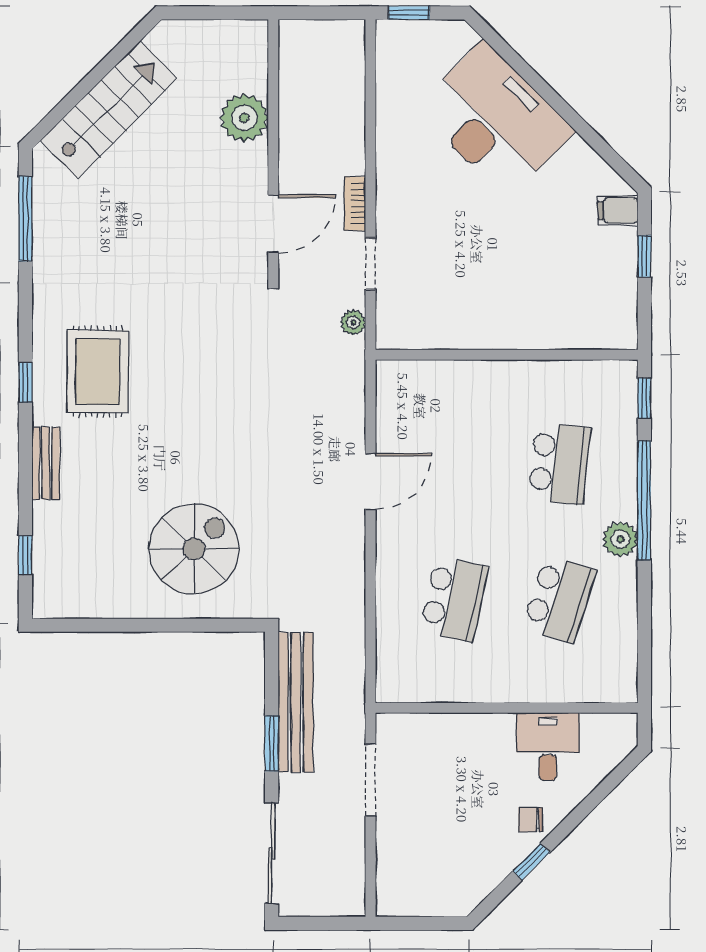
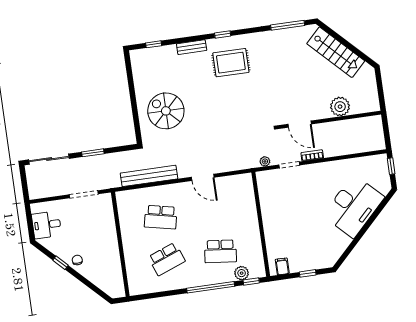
filing cabinet: (618, 211) -> (282, 266), moved
plant: (620, 539) -> (242, 273), moved
spiral stairs: (194, 549) -> (166, 111), turned 180
school desk: (559, 599) -> (167, 259), turned -39
bench: (296, 702) -> (149, 176), moved
desk: (548, 747) -> (47, 225), moved, turned 180

